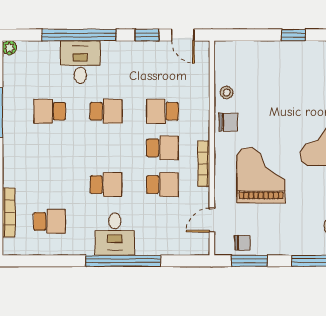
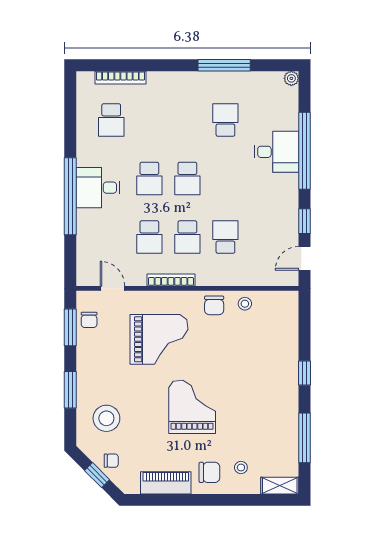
school desk: (106, 111) -> (187, 179), moved

